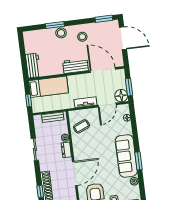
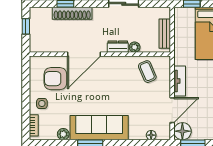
door: (107, 105) -> (172, 110), swing flipped
door: (75, 174) -> (84, 54), hinge flipped

